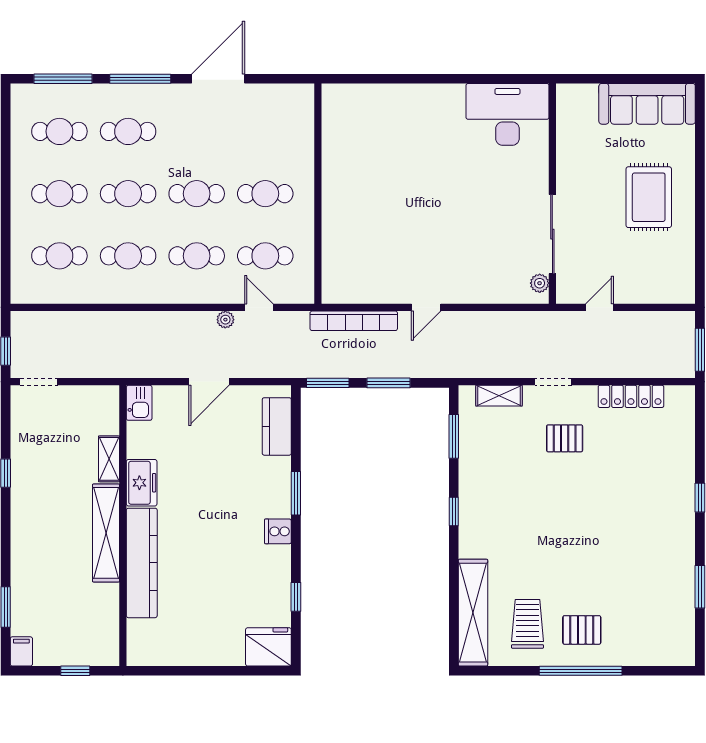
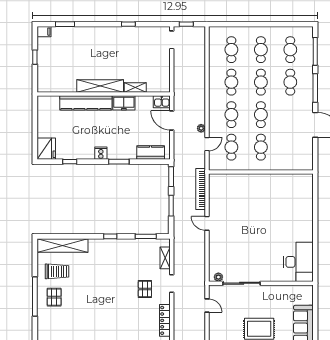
kitchen sink: (139, 403) -> (162, 102), moved
shelving: (109, 459) -> (135, 87), moved
freezer: (142, 483) -> (124, 103), moved
wall: (123, 526) -> (104, 94), moved
shelving: (106, 533) -> (100, 86), moved
kitchen counter: (142, 563) -> (86, 103), moved

